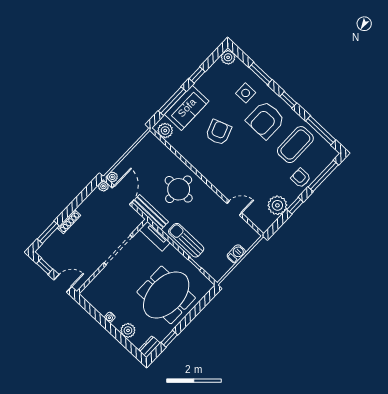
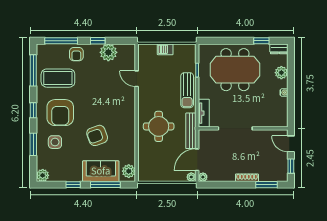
armchair: (266, 120) -> (60, 113), turned 90

